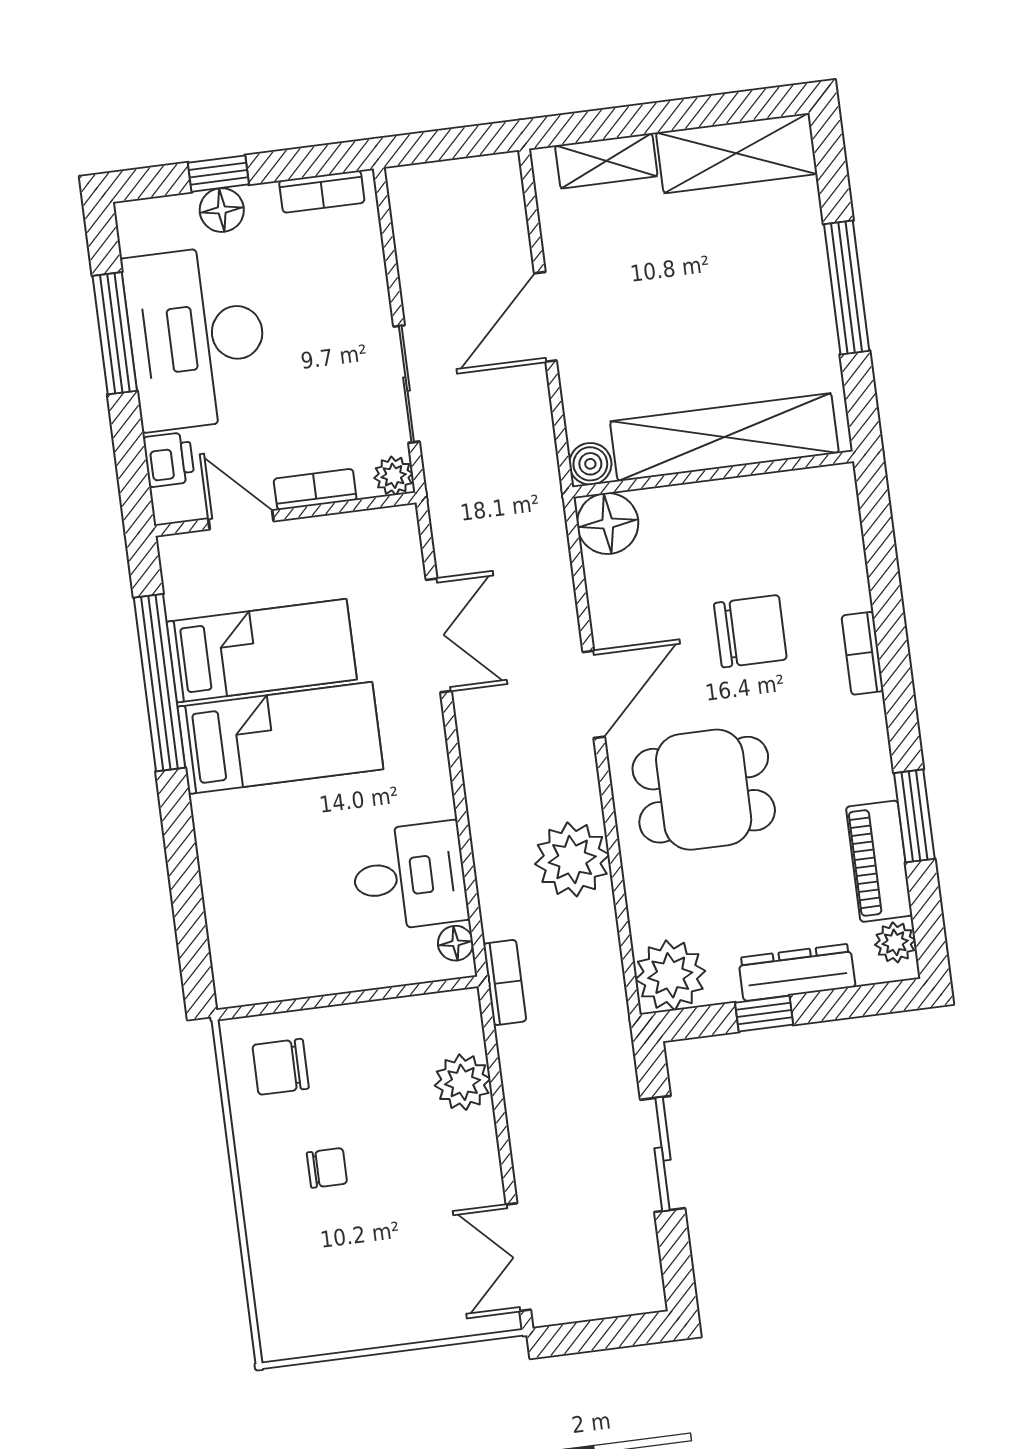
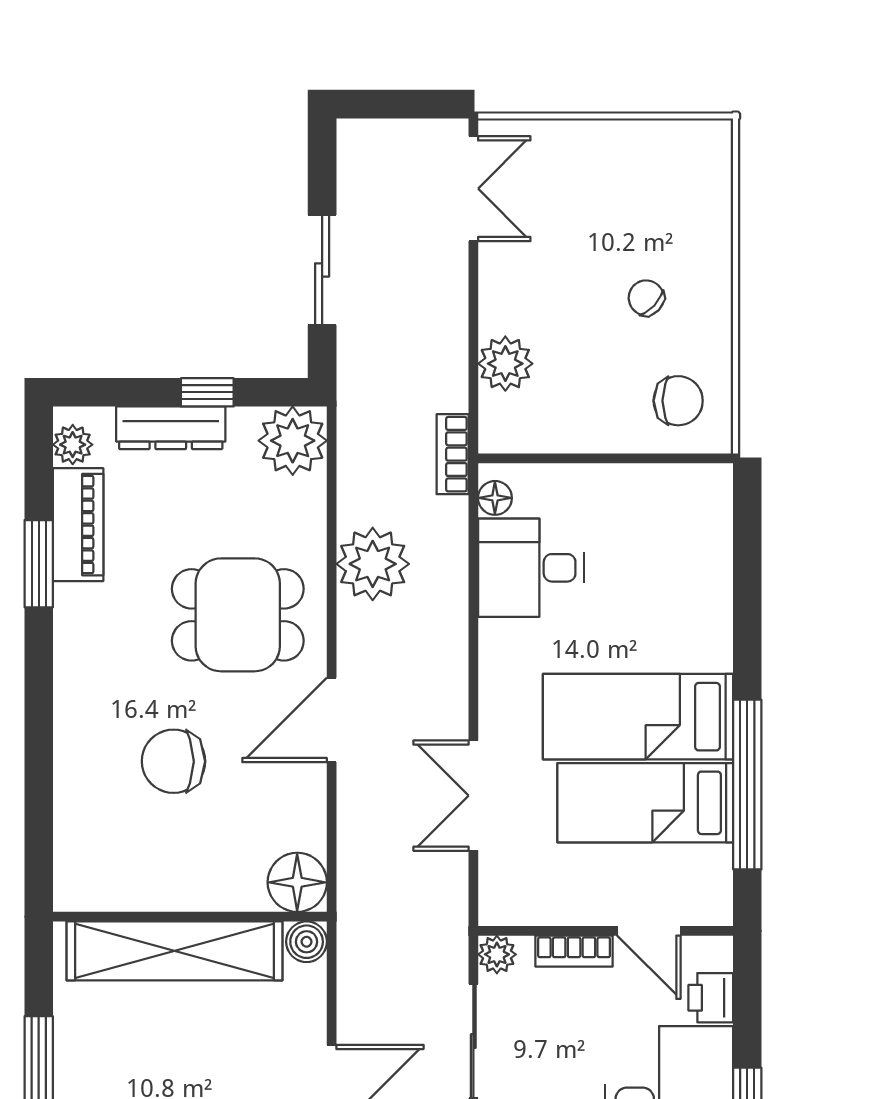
bookcase: (863, 653) -> (68, 726), removed
chair: (327, 1168) -> (646, 298), turned 43

